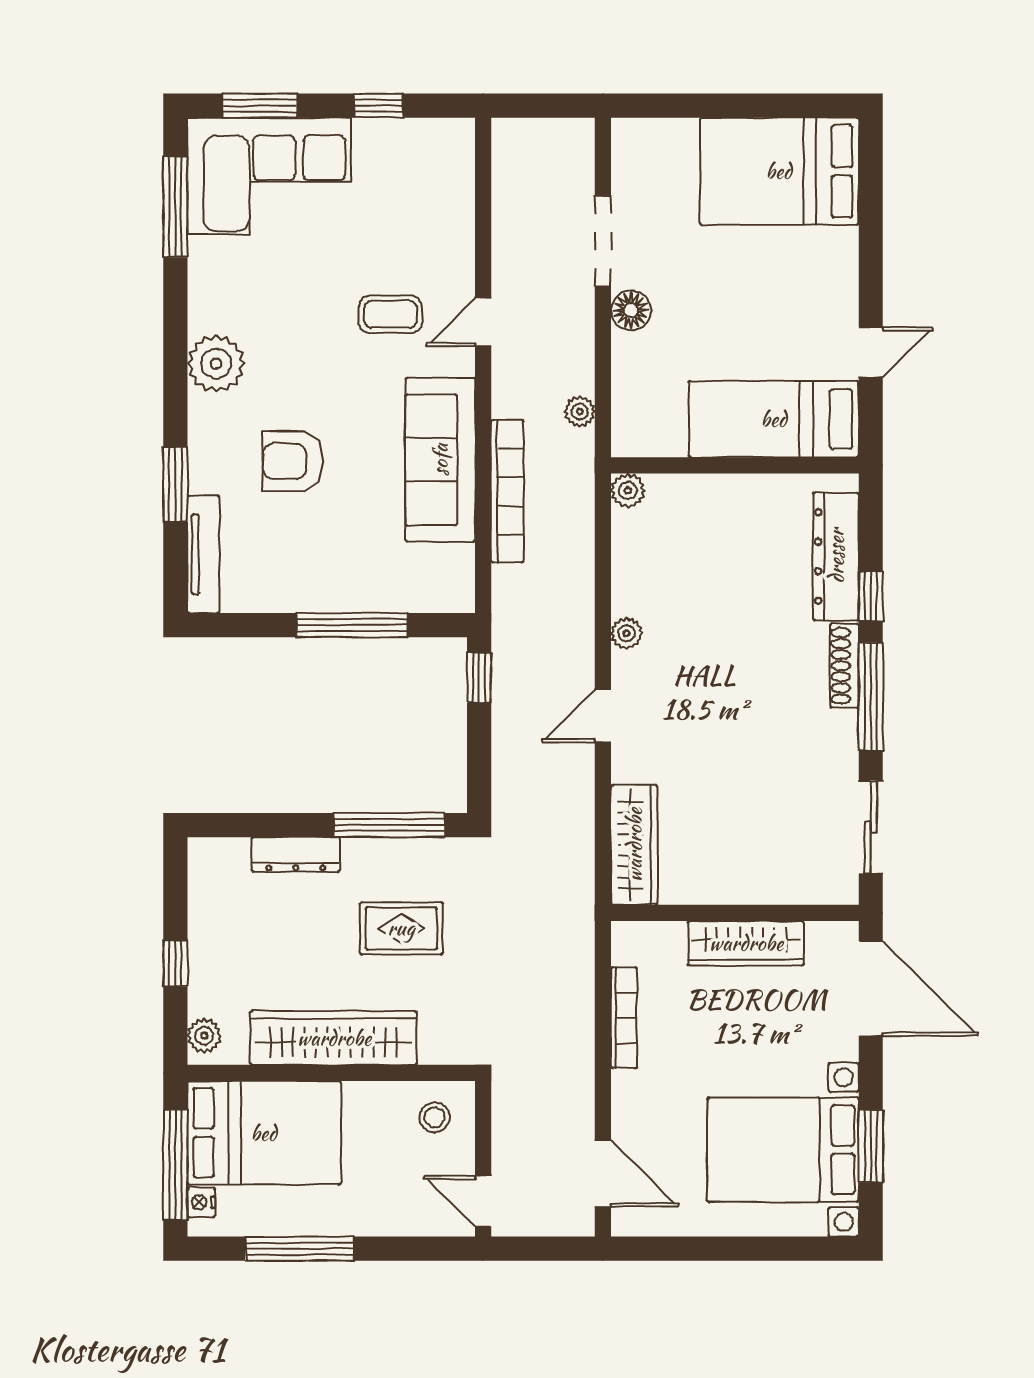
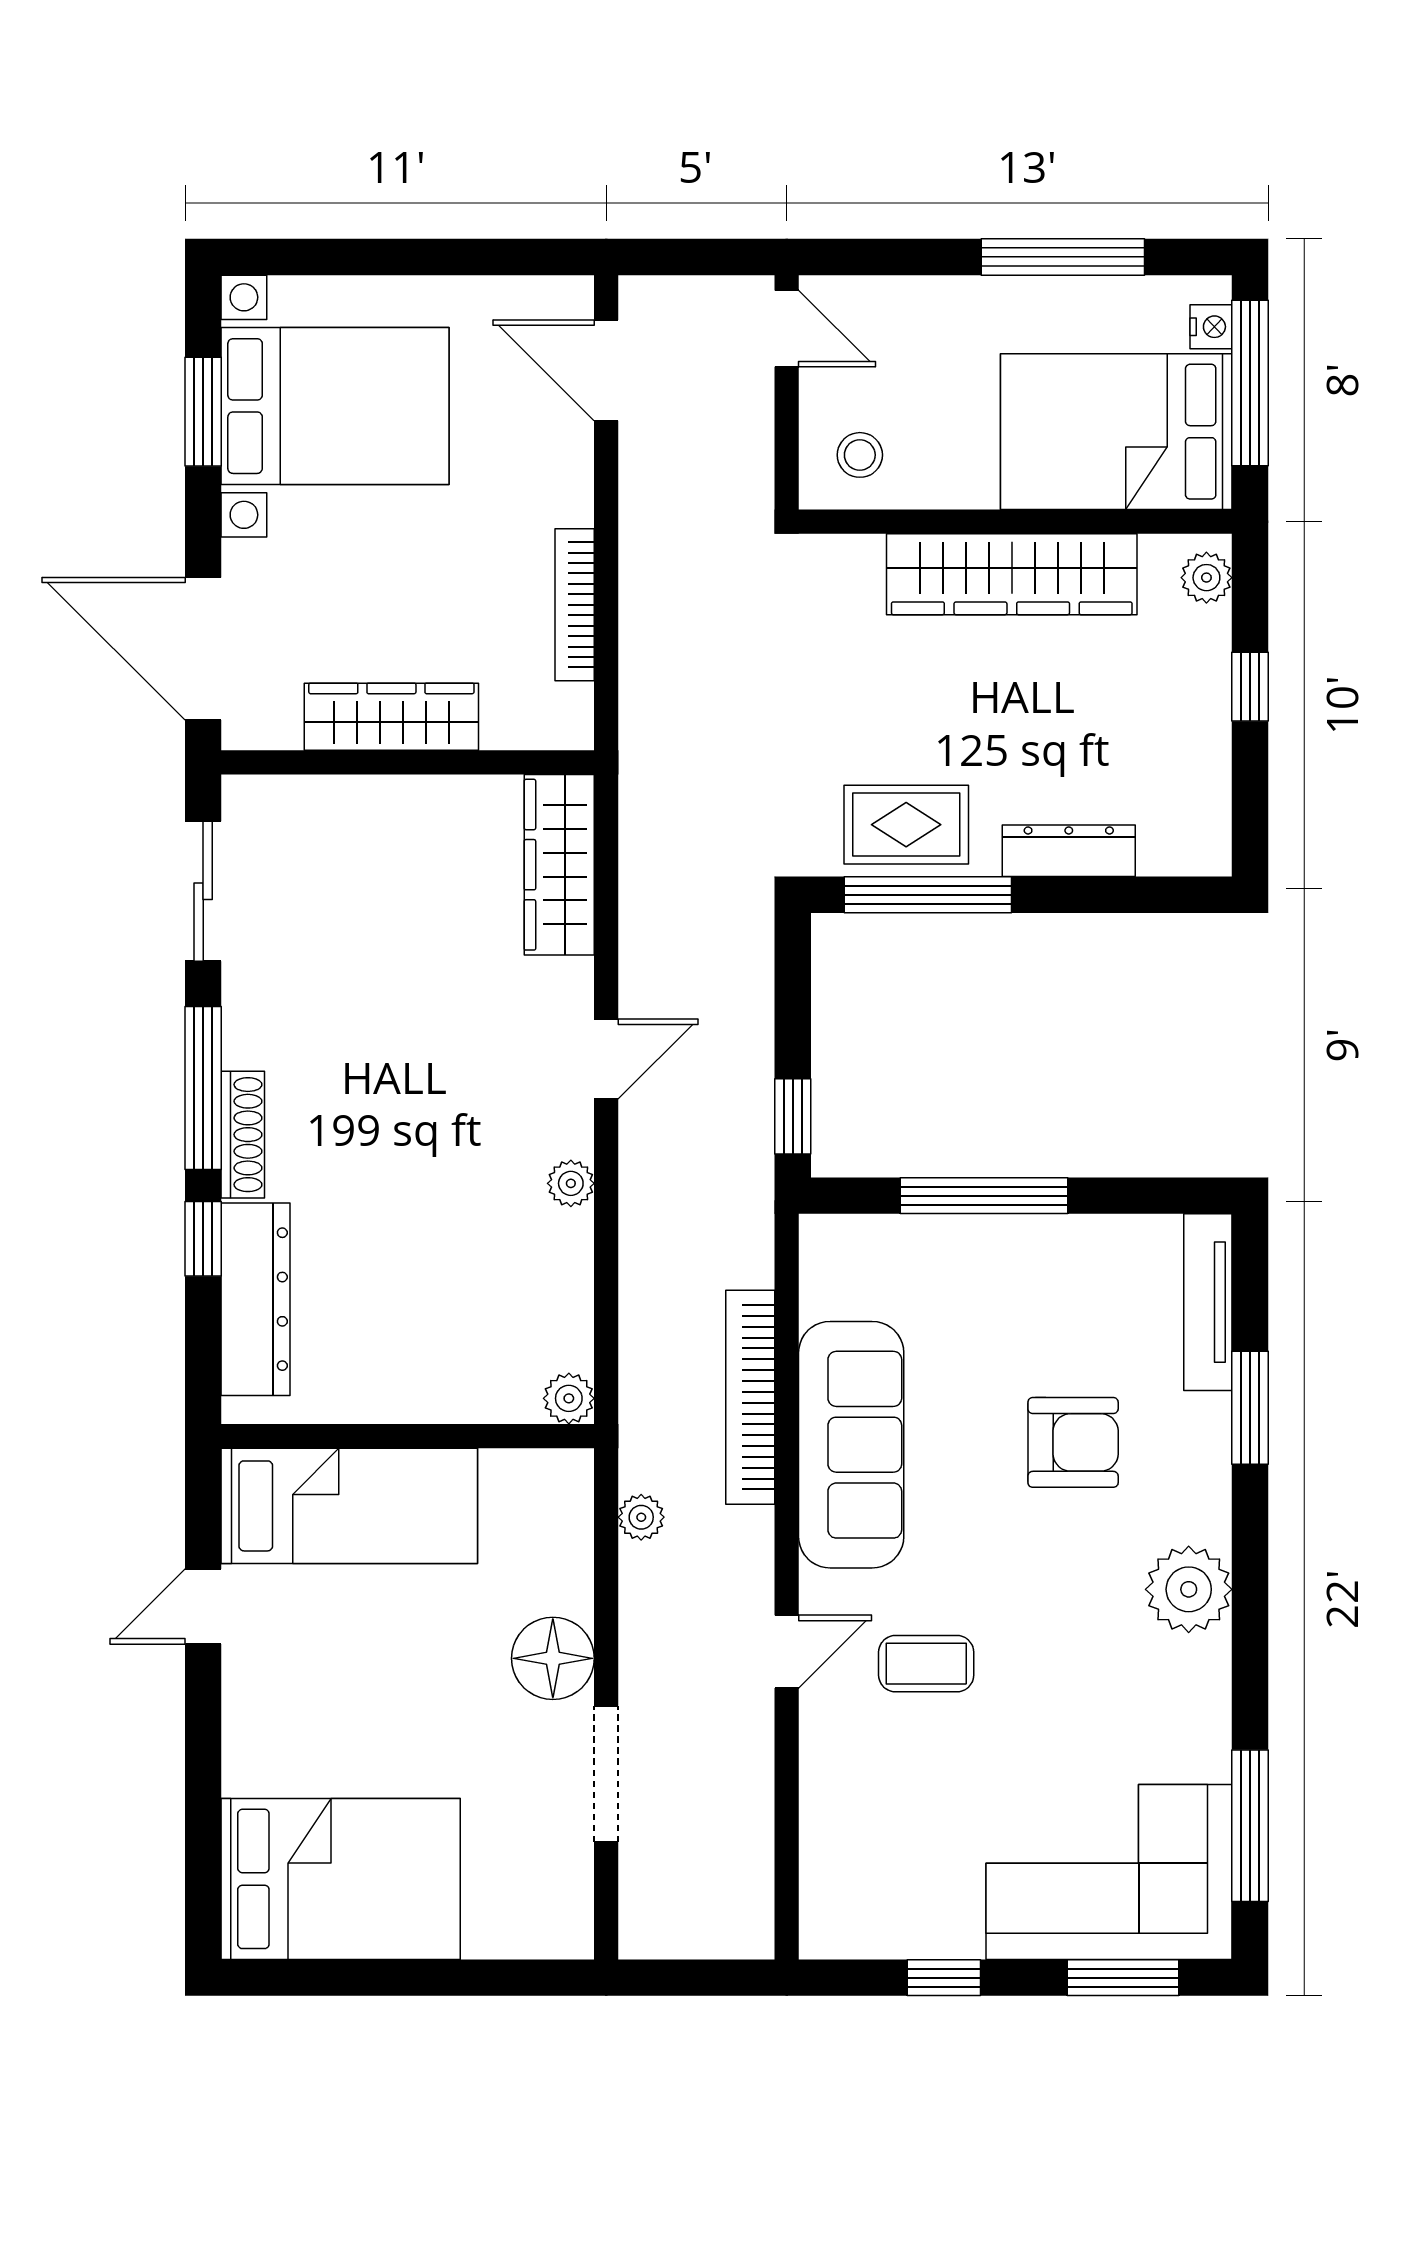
floor lamp: (631, 310) -> (553, 1658), width x1.38, depth x1.38
rug: (401, 928) -> (906, 825), moved

